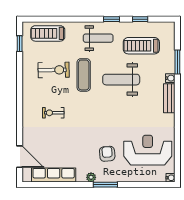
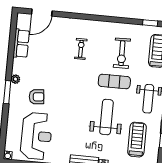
row of seats: (54, 175) -> (21, 43), width x0.68

